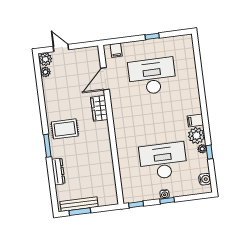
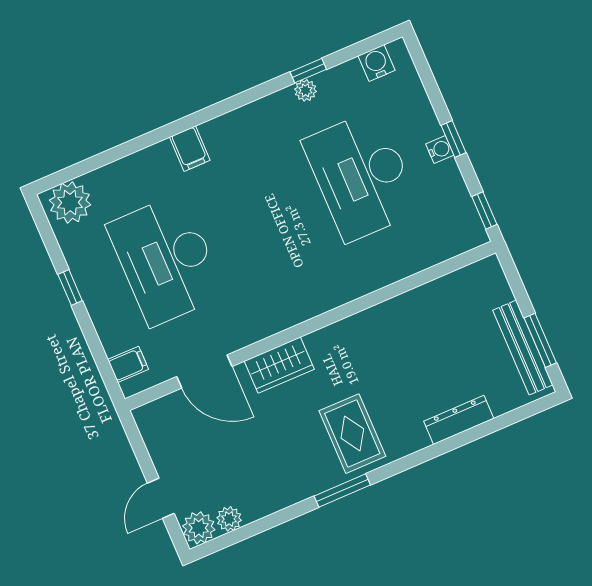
filing cabinet: (195, 121) -> (190, 149), moved
plant: (196, 136) -> (70, 203), moved
window: (47, 146) -> (342, 490), moved

